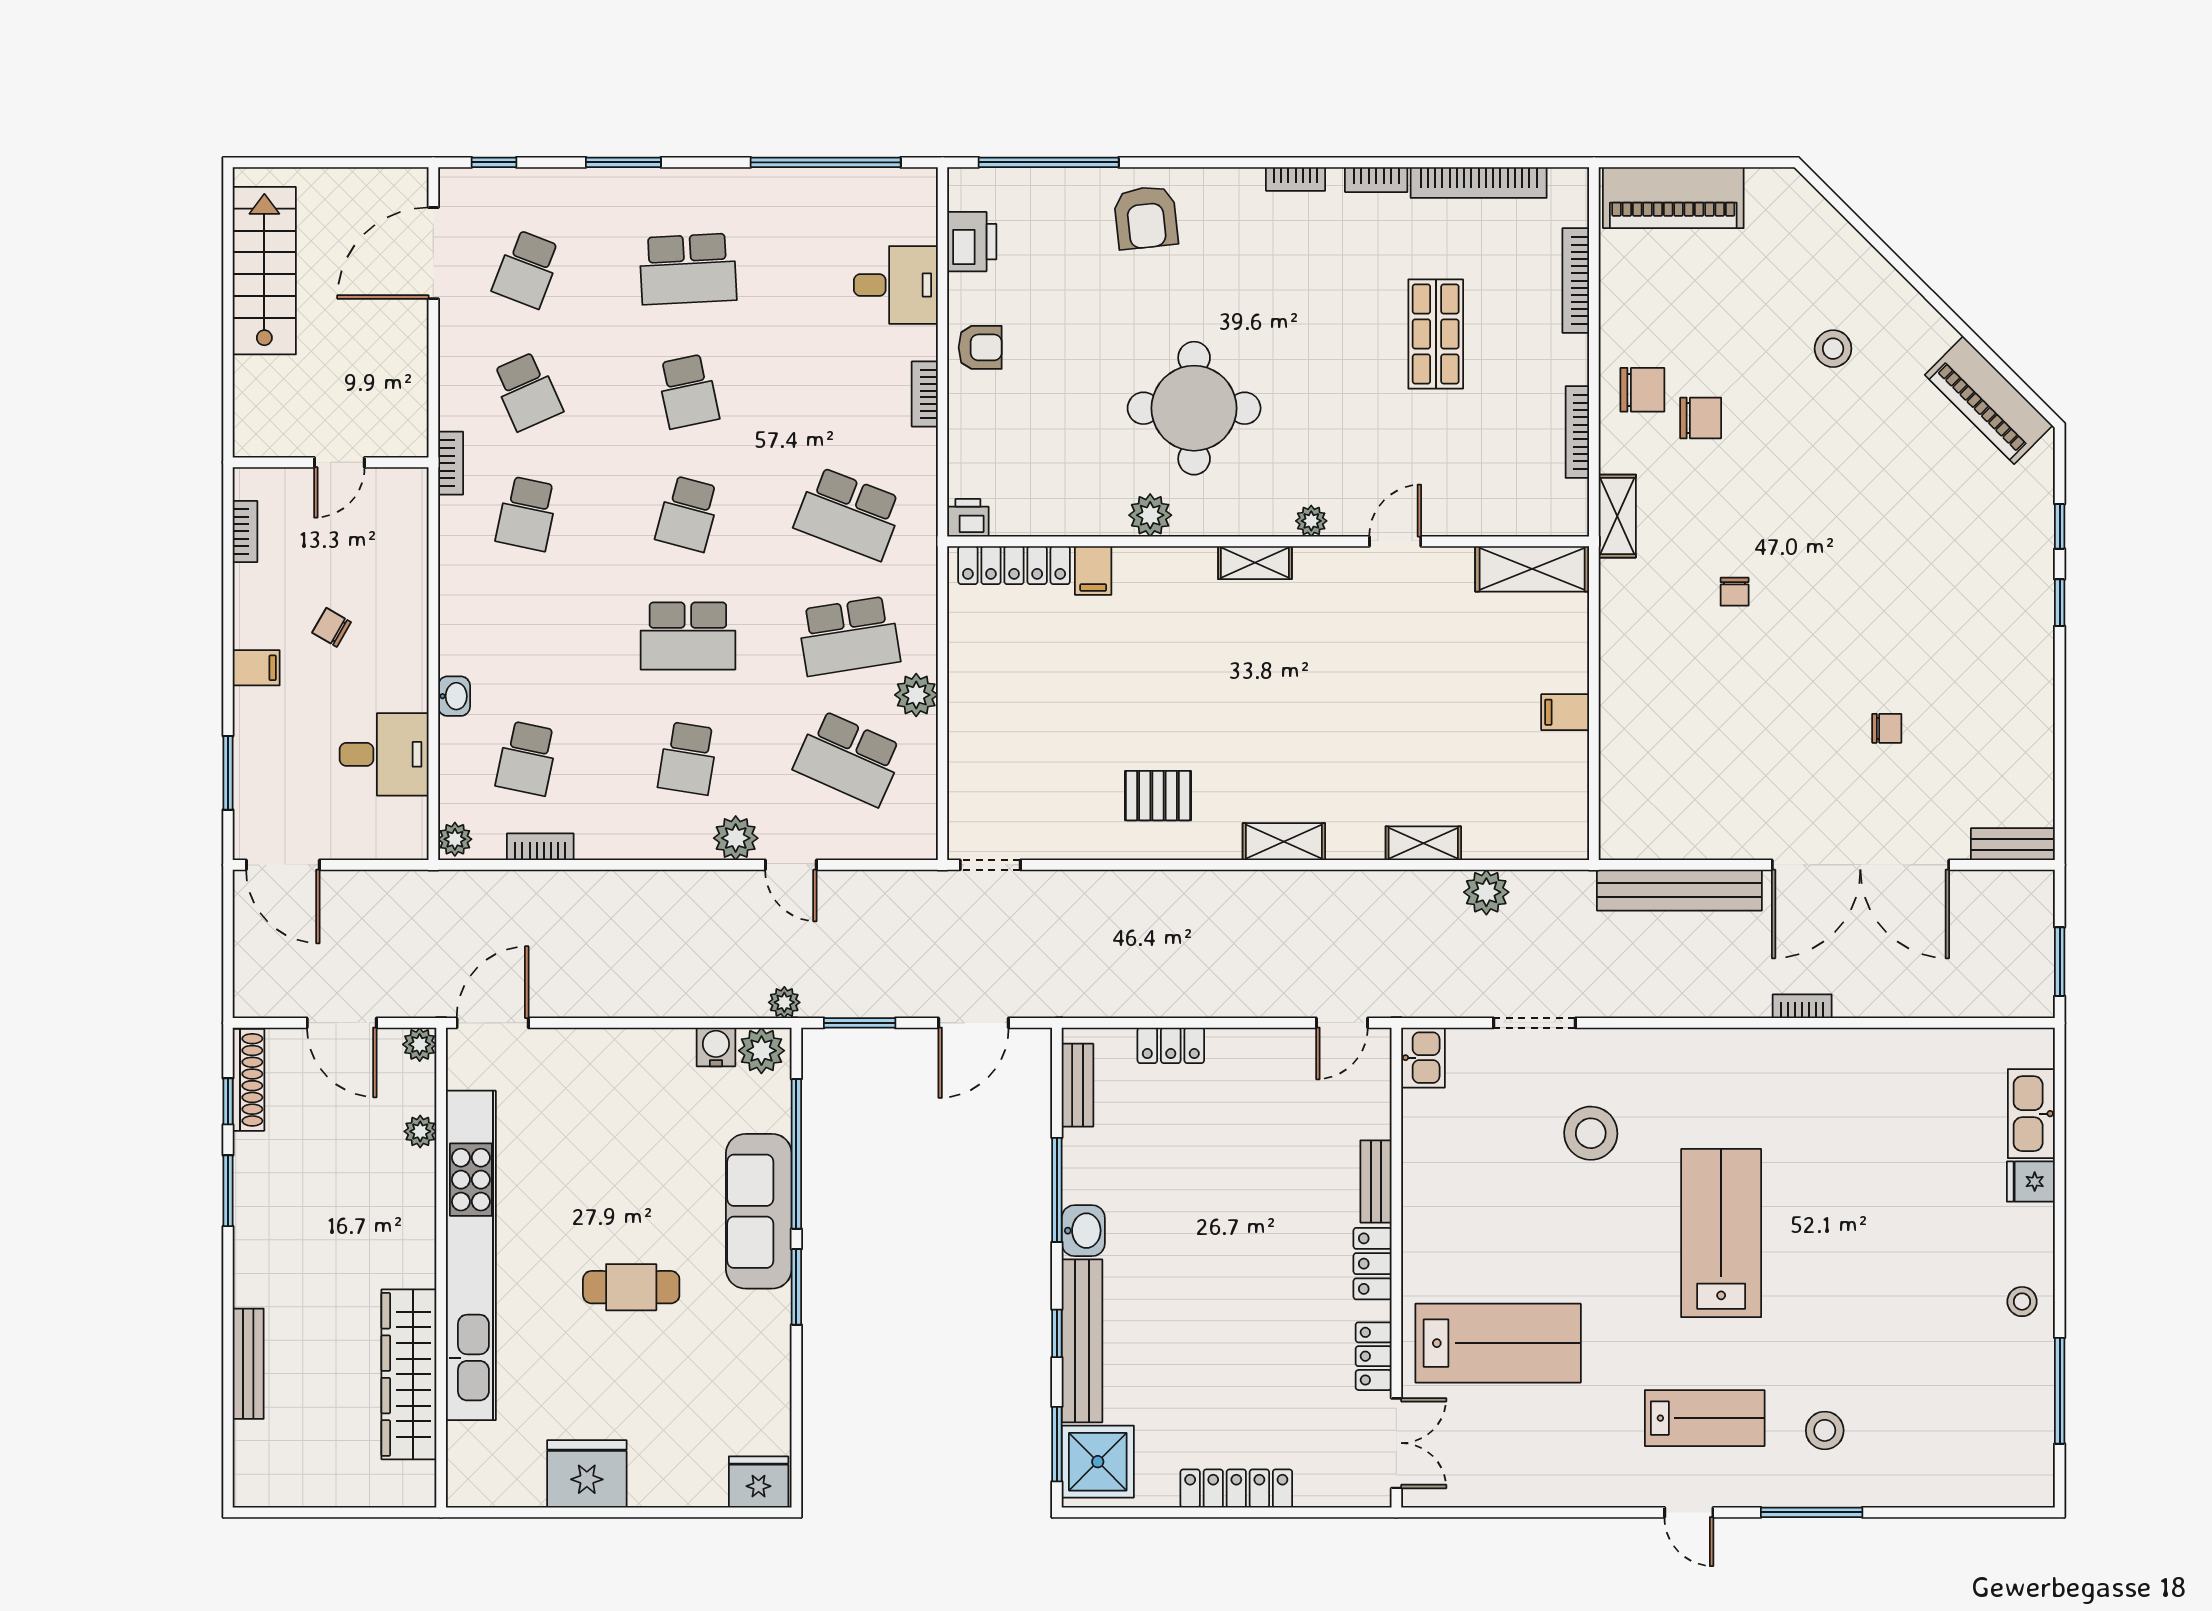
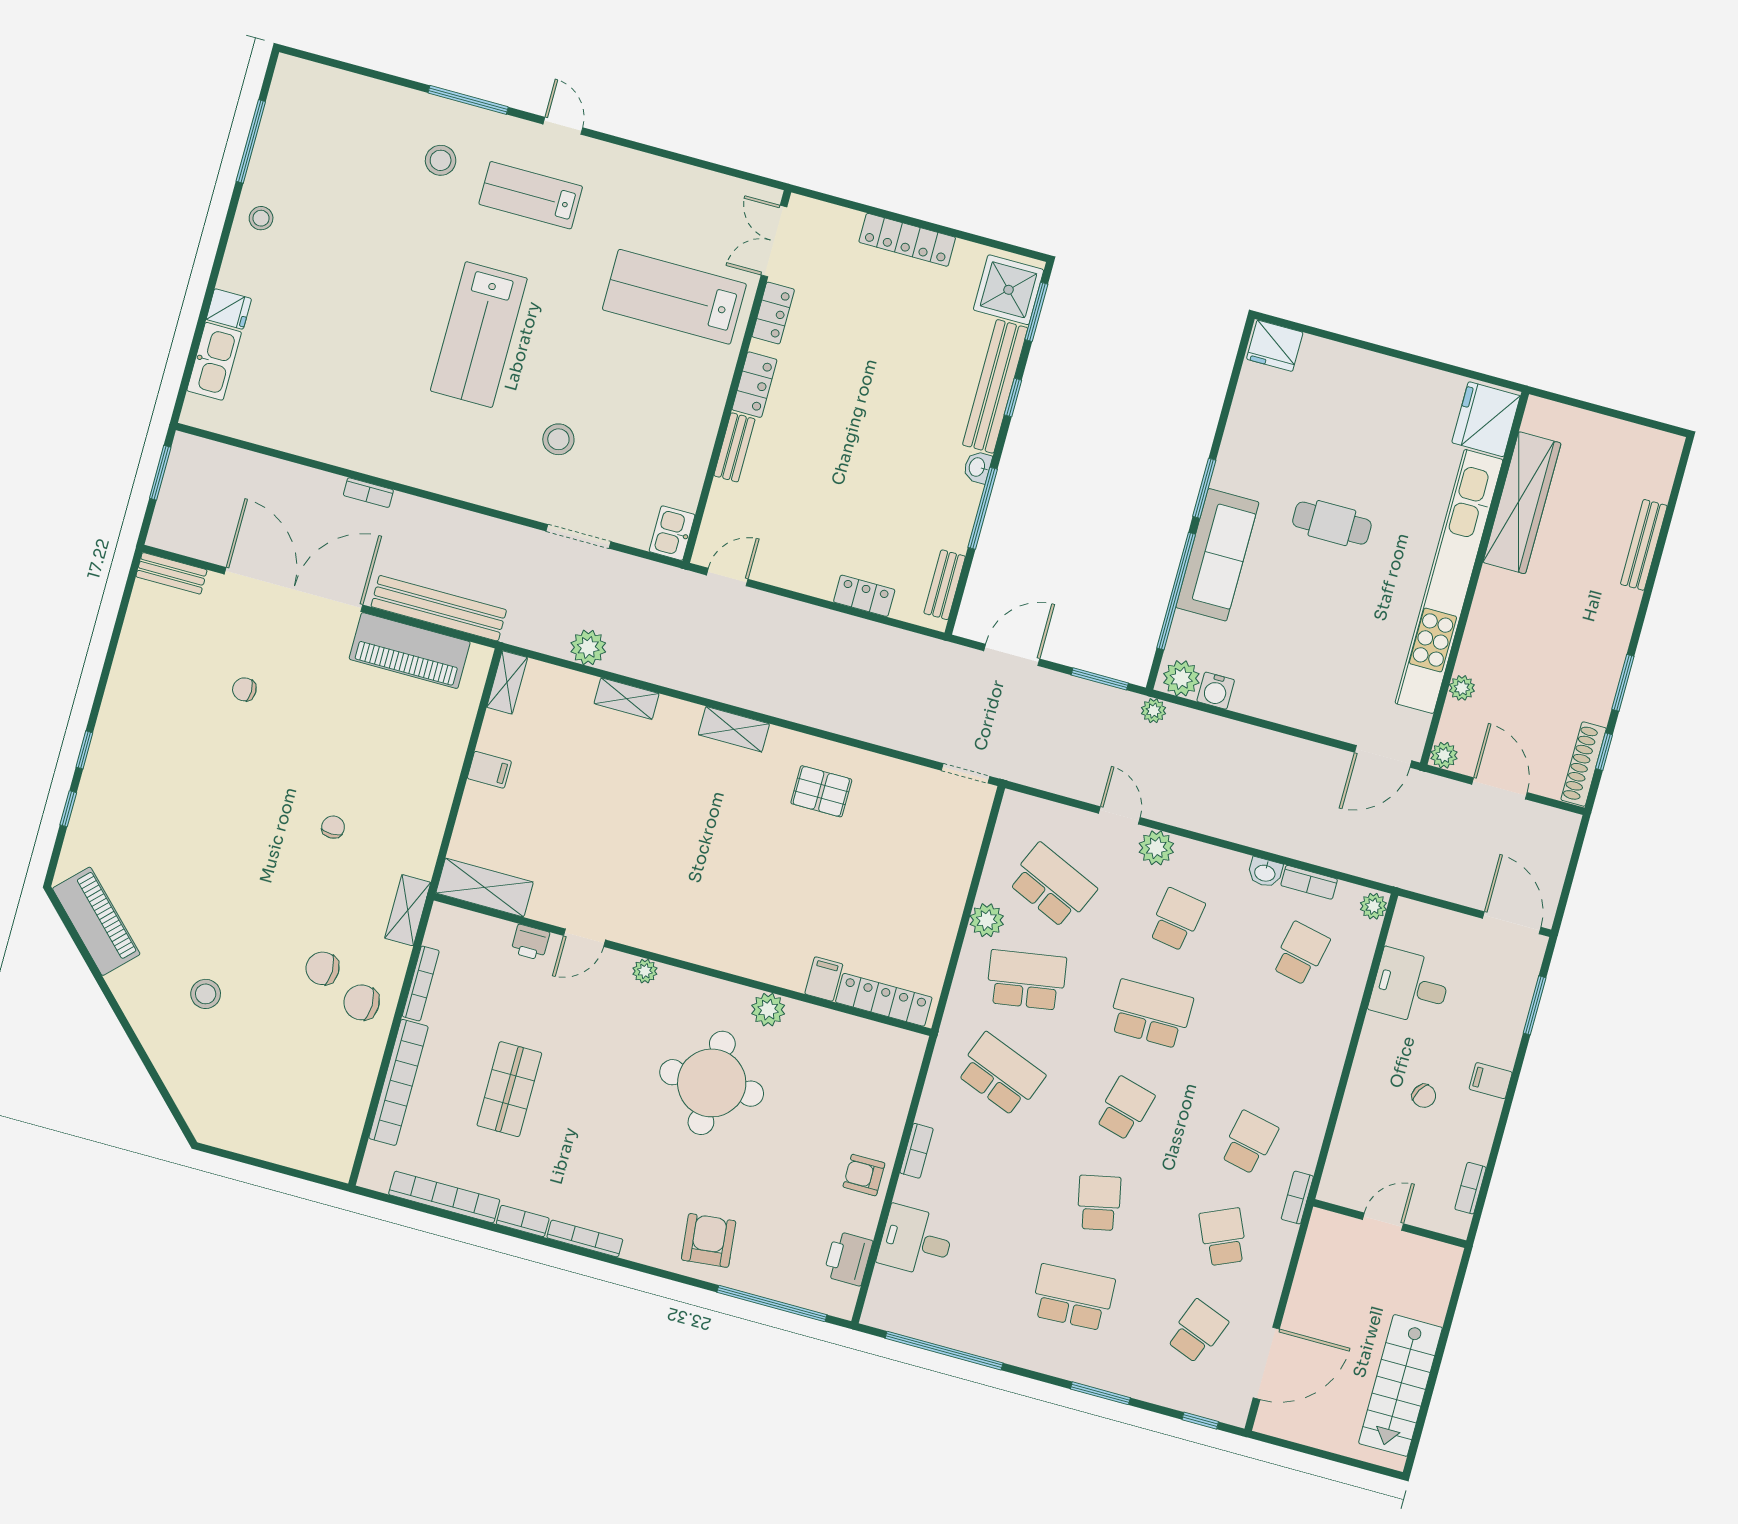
bookcase: (1296, 179) -> (585, 1239), width x1.56
piano: (1673, 198) -> (410, 651), moved, turned 180
bookcase: (1576, 281) -> (398, 1082), width x1.48, depth x1.31
printer: (968, 518) -> (530, 942), moved
shelving: (1255, 563) -> (507, 682), moved, turned 90
washbasin: (454, 696) -> (1265, 872), moved, turned -90
stool: (1591, 1133) -> (558, 439), width x0.73, depth x0.73
washbasin: (1083, 1231) -> (978, 467), width x0.72, depth x0.69
fridge: (587, 1474) -> (1486, 419), moved, turned 90

